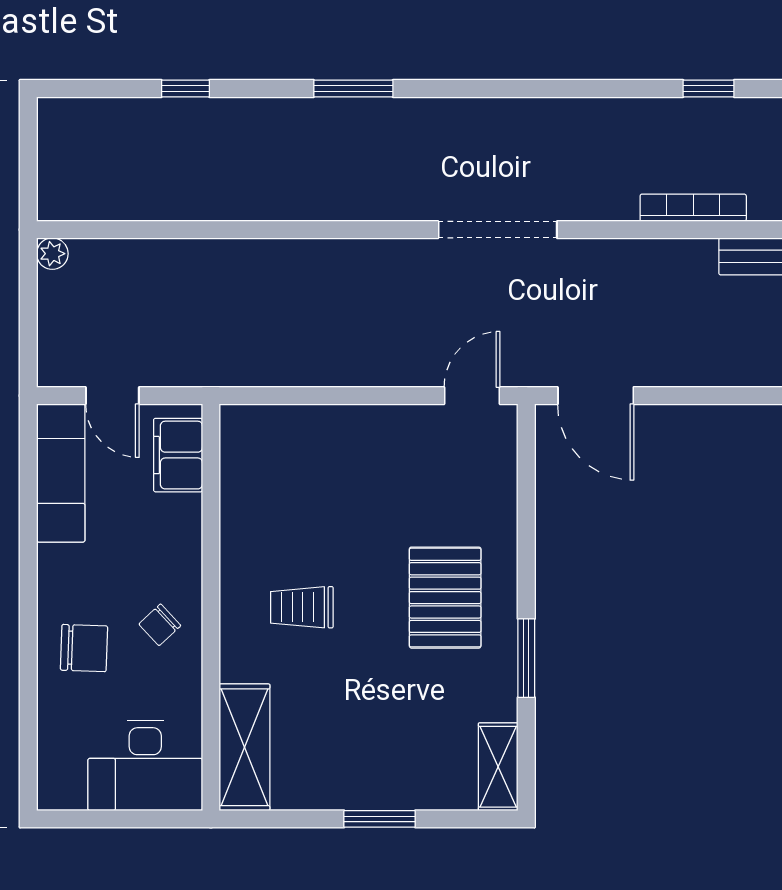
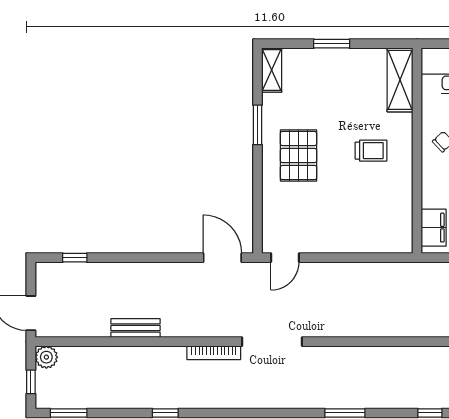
bookcase: (693, 208) -> (214, 353), moved

